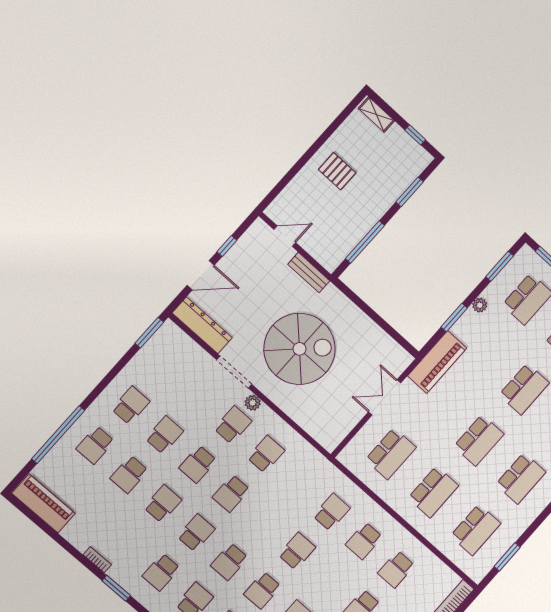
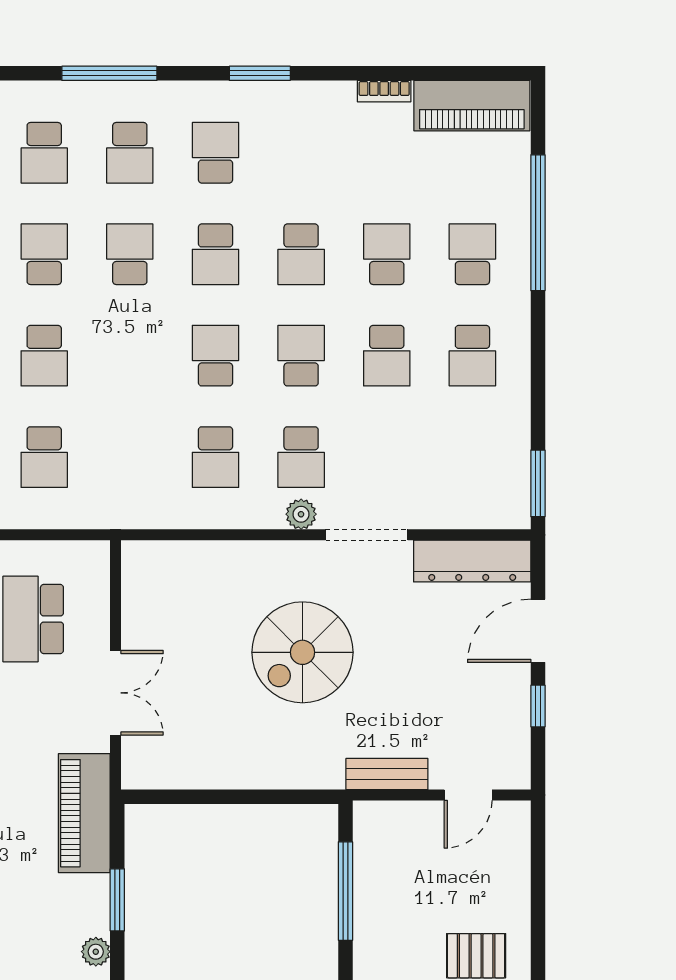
spiral stairs: (300, 349) -> (302, 652), width x0.73, depth x0.73
bookcase: (97, 560) -> (384, 91), moved

